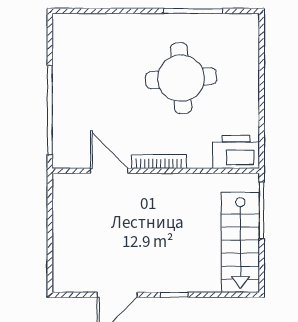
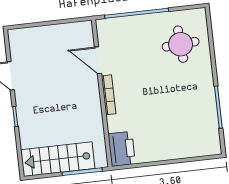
round table: (181, 78) -> (181, 44), moved, width x0.73, depth x0.73
door: (109, 171) -> (98, 60), swing flipped

